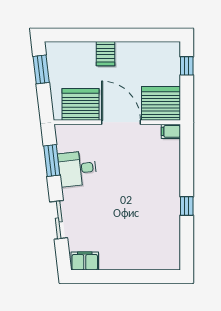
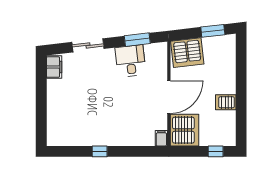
server rack: (105, 54) -> (226, 102), moved
server rack: (81, 104) -> (187, 53), moved, turned 83

